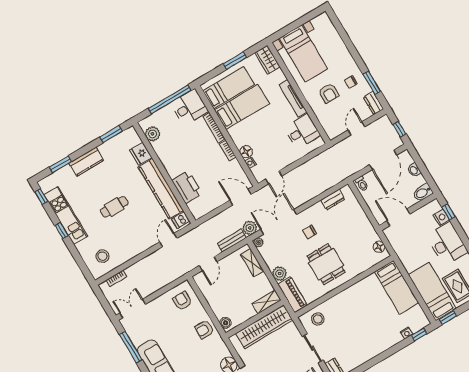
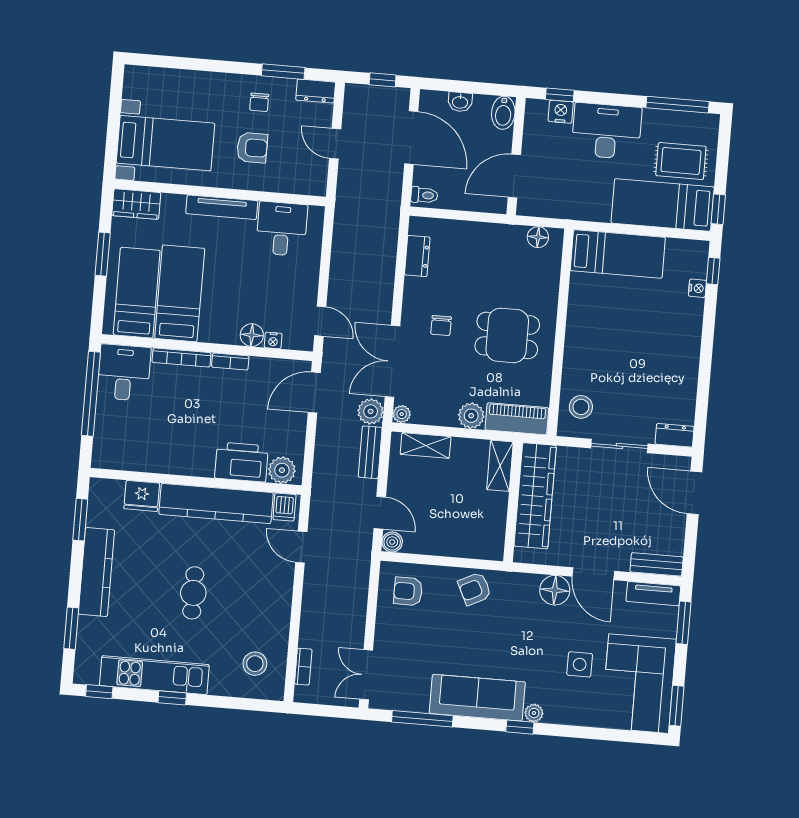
plant: (153, 134) -> (282, 470), moved
kitchen counter: (86, 162) -> (96, 572), width x1.50
boiler: (226, 323) -> (392, 542), moved
armchair: (204, 329) -> (475, 589), turned 64

